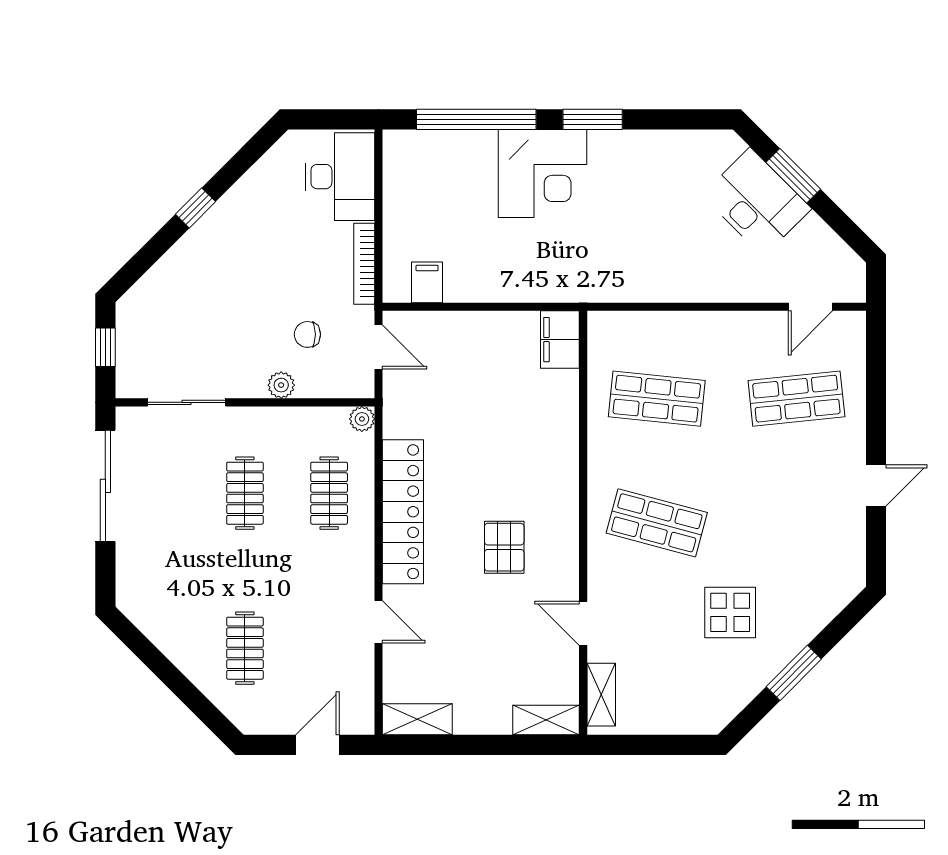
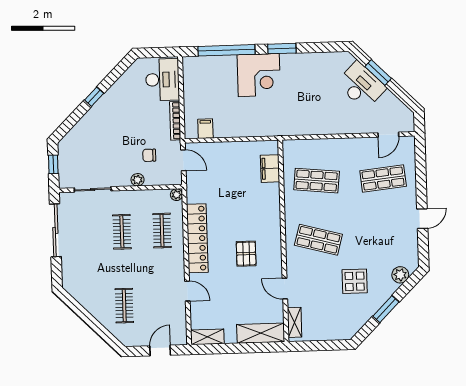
filing cabinet: (560, 340) -> (270, 169), moved
plant: (826, 602) -> (400, 275), added
shelving: (546, 720) -> (261, 333), width x1.50, depth x1.33

